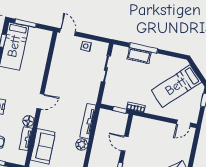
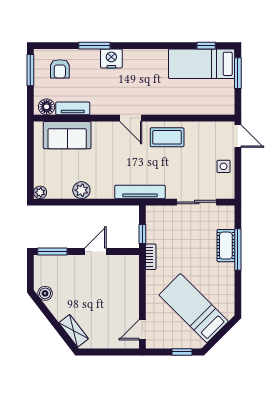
door: (68, 32) -> (238, 136), hinge flipped
coffee table: (58, 80) -> (167, 137), added
floor lamp: (28, 121) -> (47, 107), moved
tv unit: (88, 121) -> (140, 192), moved
door: (184, 123) -> (142, 330), hinge flipped

